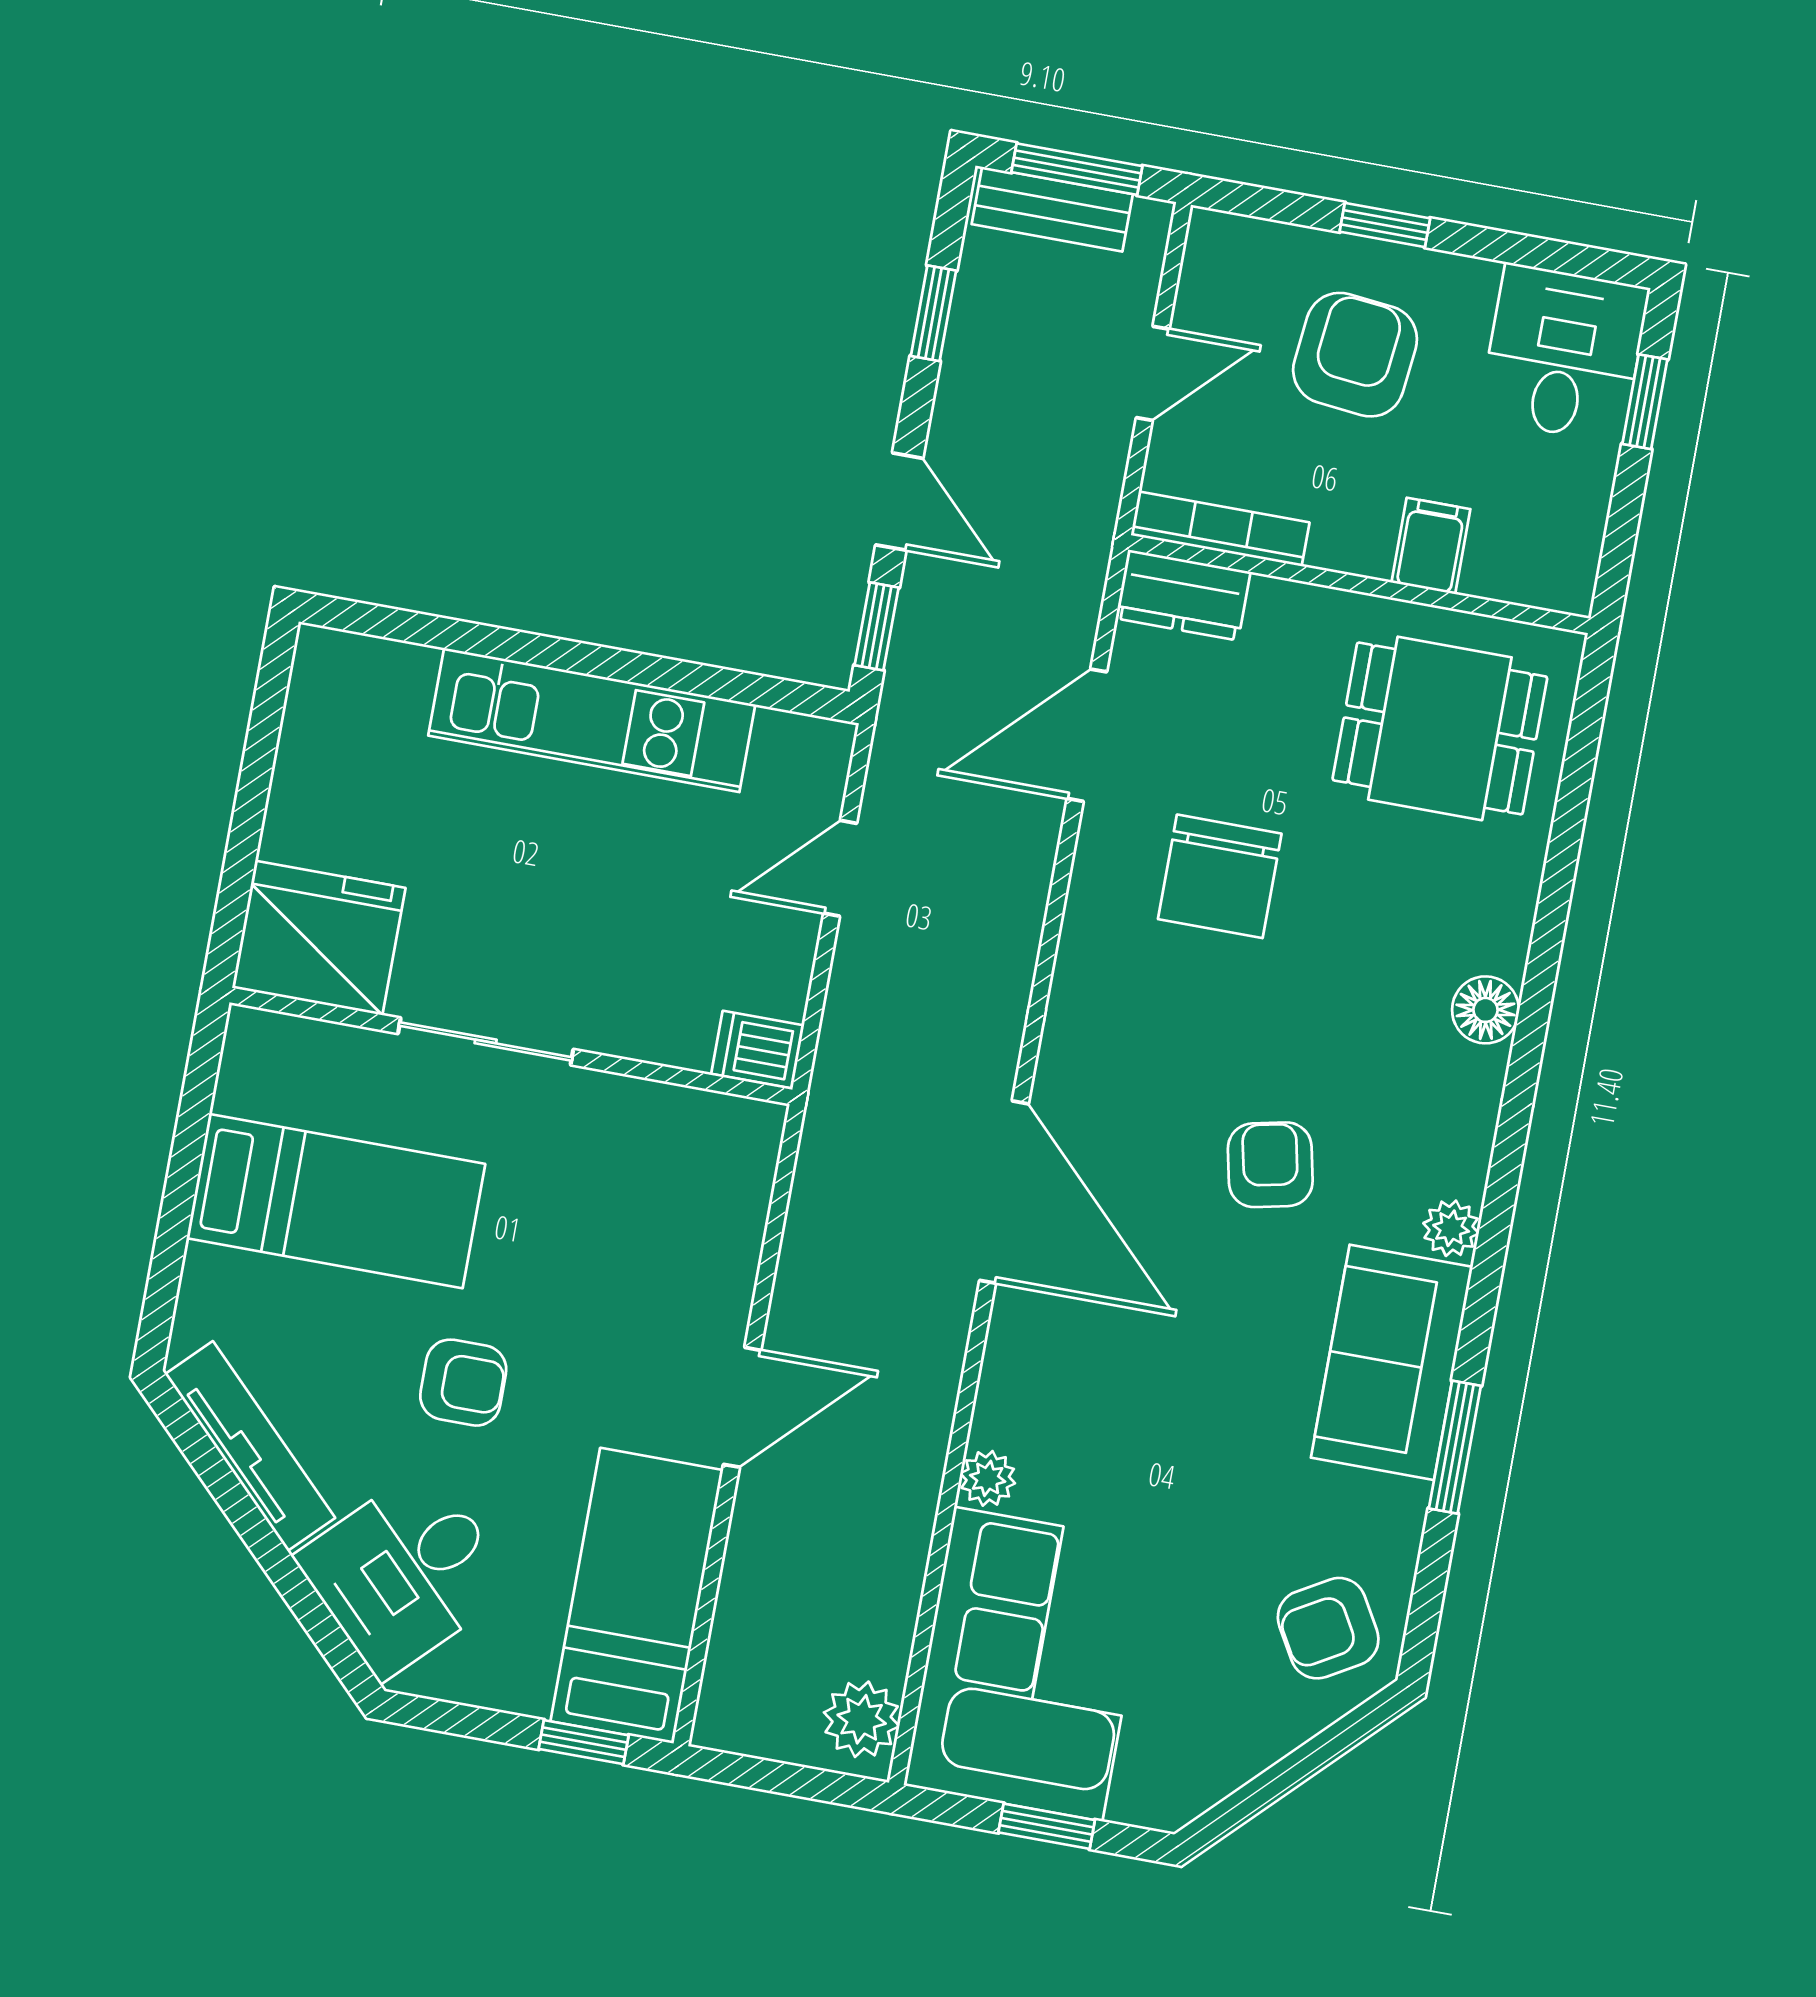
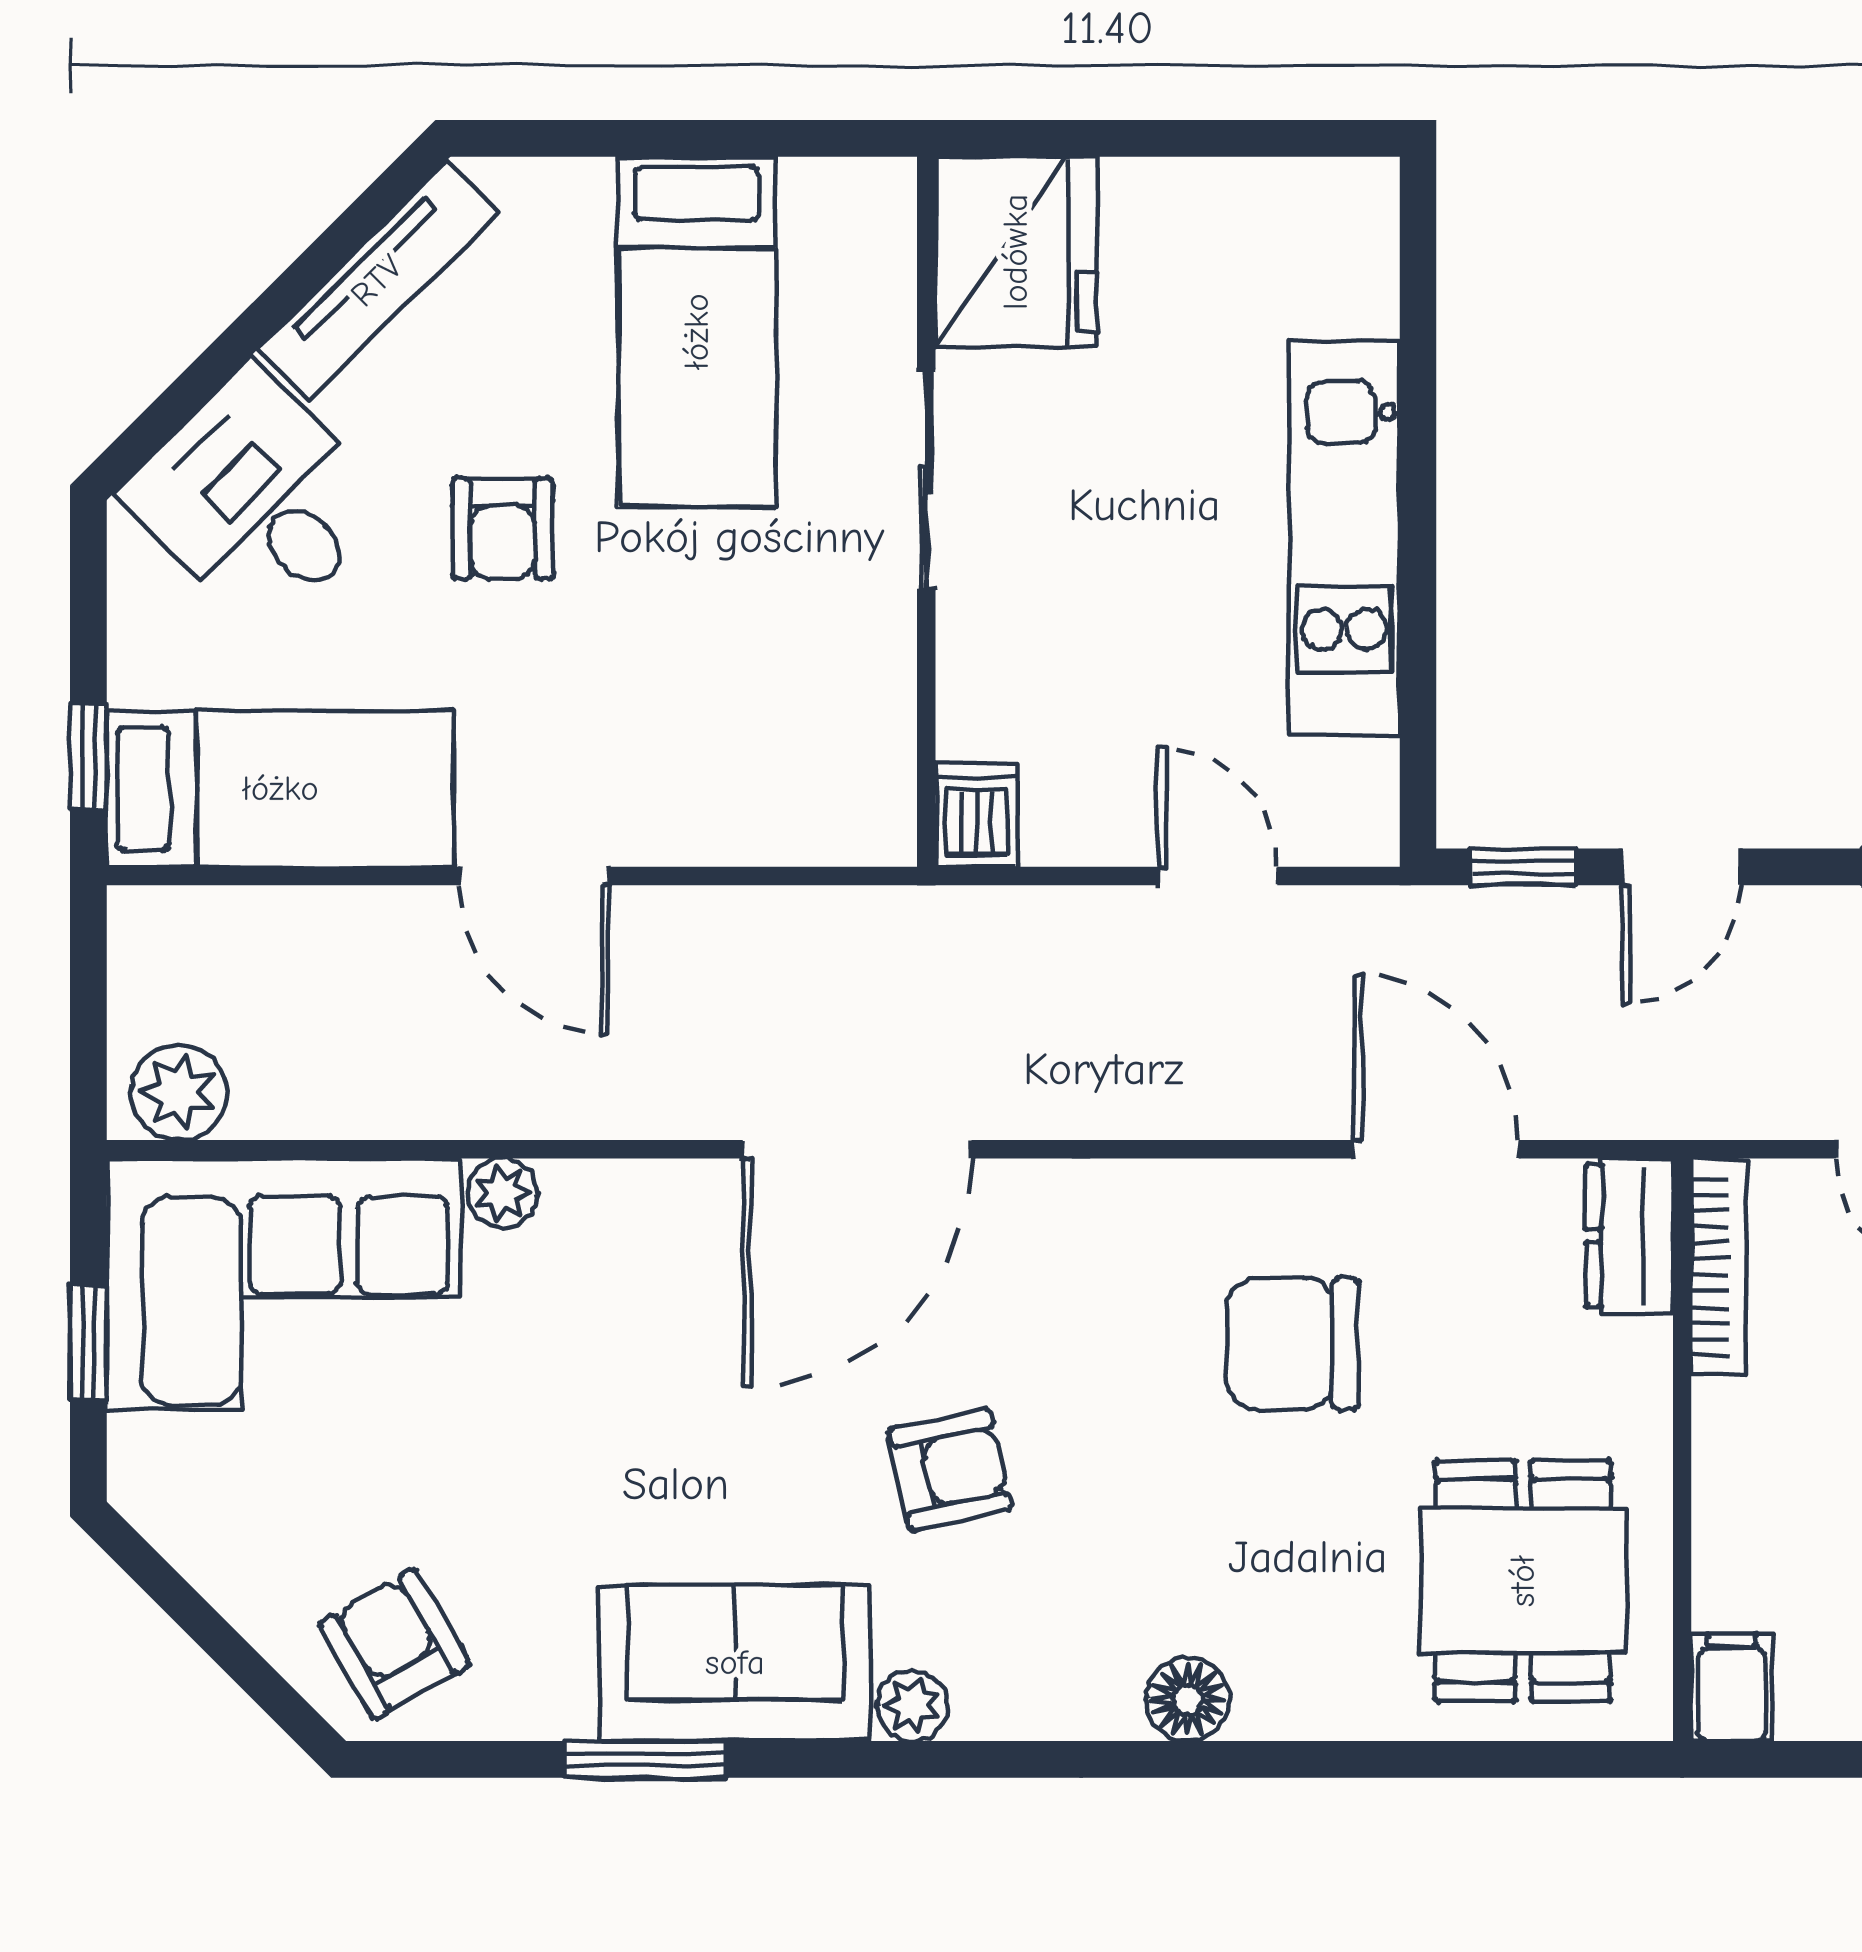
filing cabinet: (1431, 546) -> (1732, 1687), moved, turned -90

